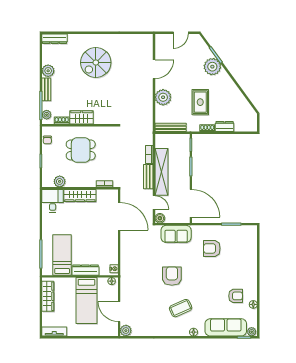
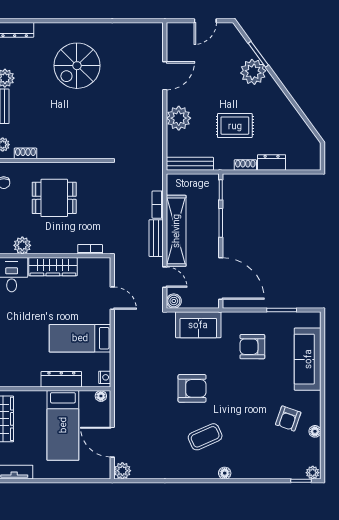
rug: (200, 102) -> (235, 126), turned 90
wardrobe: (81, 117) -> (55, 149), removed
door: (119, 216) -> (112, 298), width x0.53
bed: (62, 255) -> (80, 338), moved, turned -90
armchair: (172, 276) -> (192, 388), turned 90
armchair: (236, 296) -> (288, 418), turned 109
sofa: (226, 327) -> (308, 359), moved, turned -90

